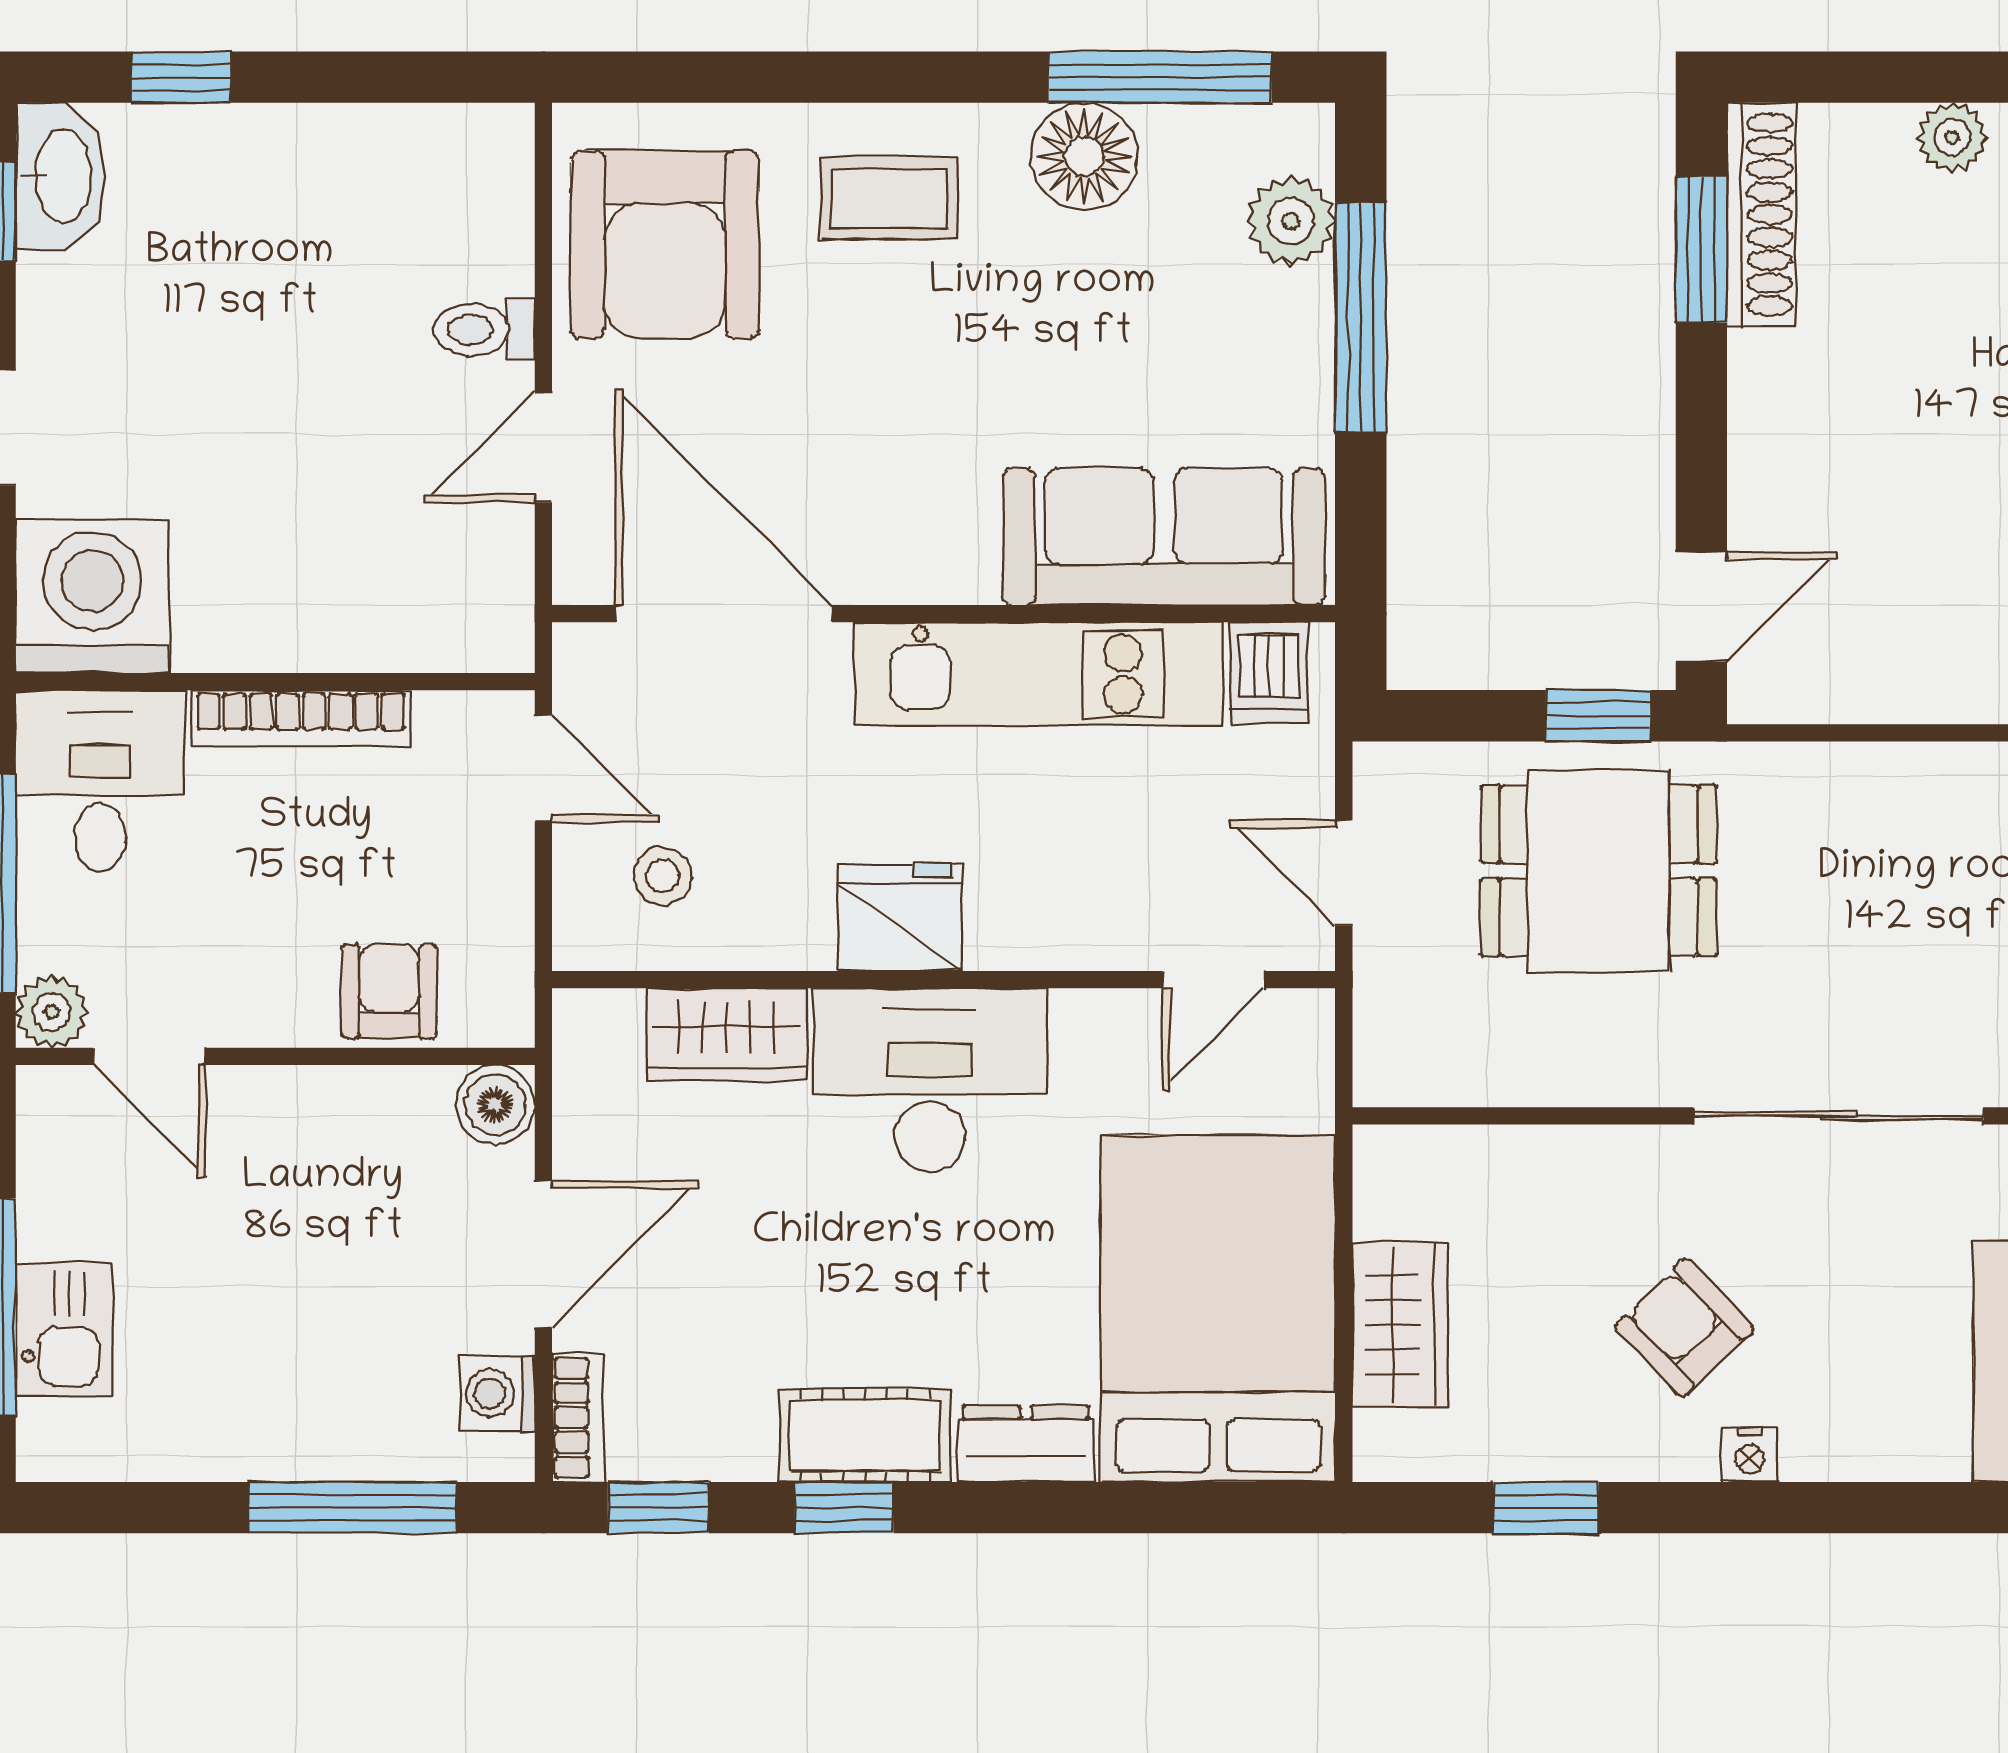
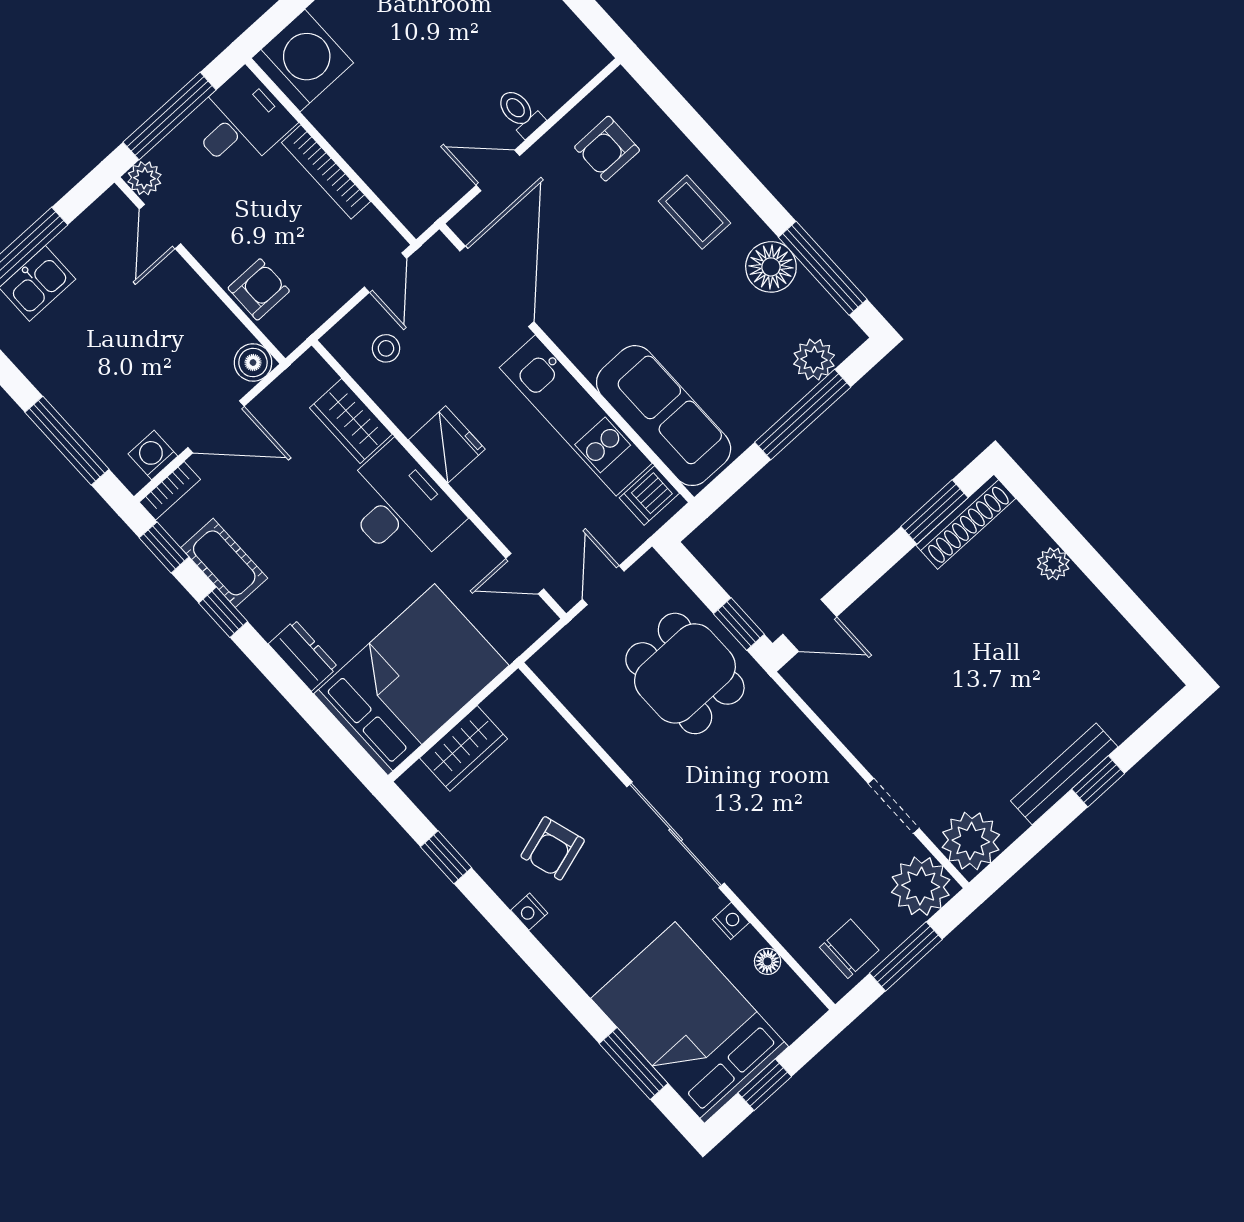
armchair: (665, 245) -> (607, 149), width x0.53, depth x0.53
armchair: (1684, 1328) -> (553, 848), turned -153
cot: (865, 1435) -> (224, 563), moved

